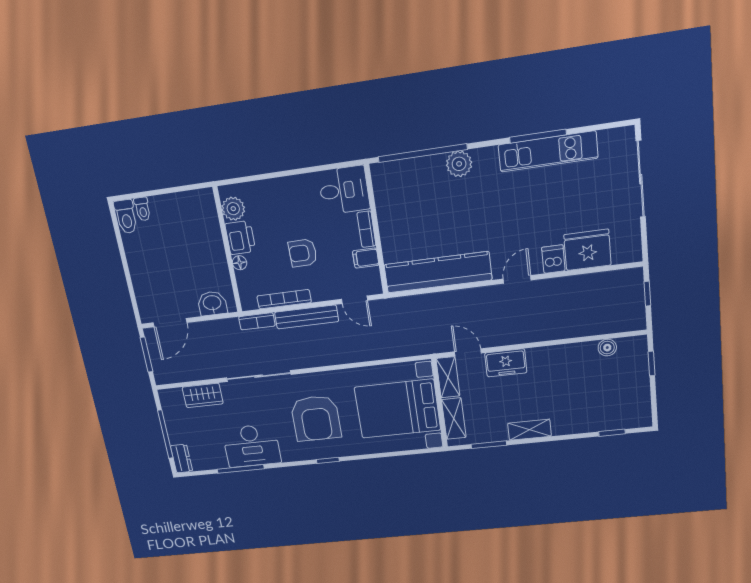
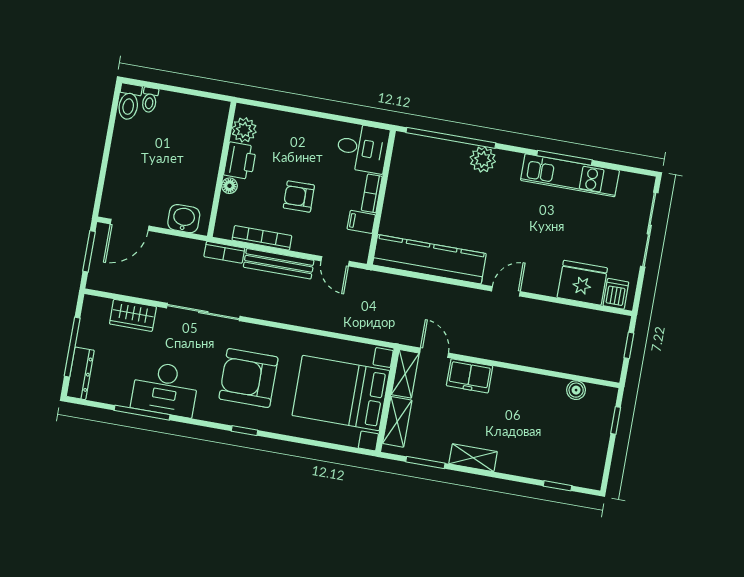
dishwasher: (553, 259) -> (616, 294), moved
armchair: (316, 418) -> (248, 378), turned 90
dresser: (182, 459) -> (80, 373), width x1.44

